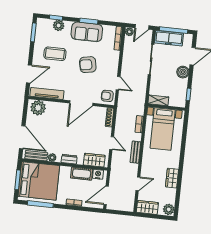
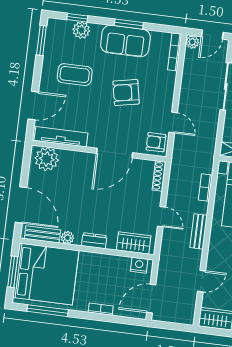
cot: (82, 174) -> (113, 264), removed

